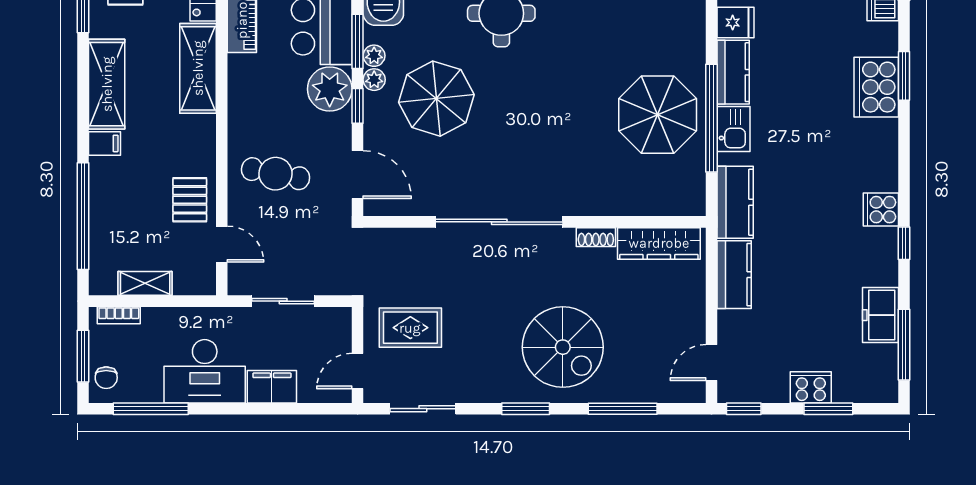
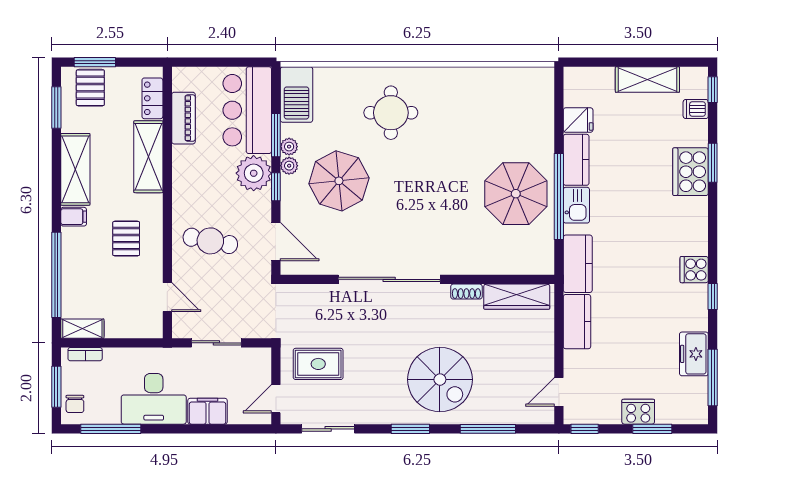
pallet: (190, 200) -> (126, 239), moved
shelving: (145, 283) -> (82, 329), moved

